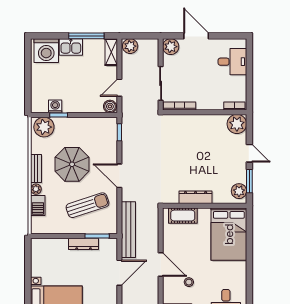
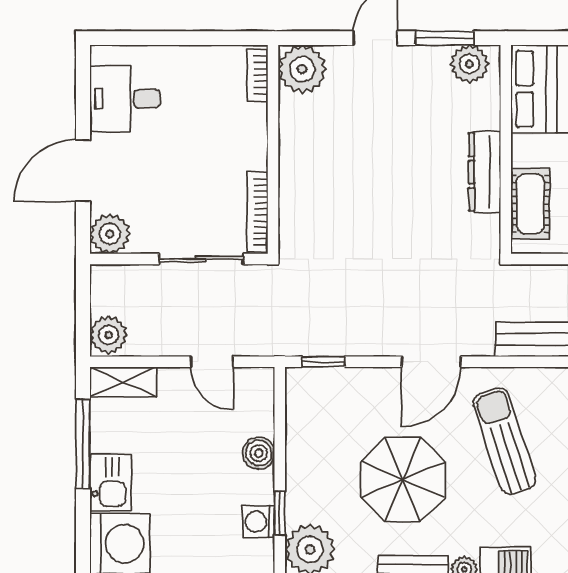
desk: (232, 62) -> (125, 99), moved, turned -90
boiler: (110, 106) -> (259, 453), moved

